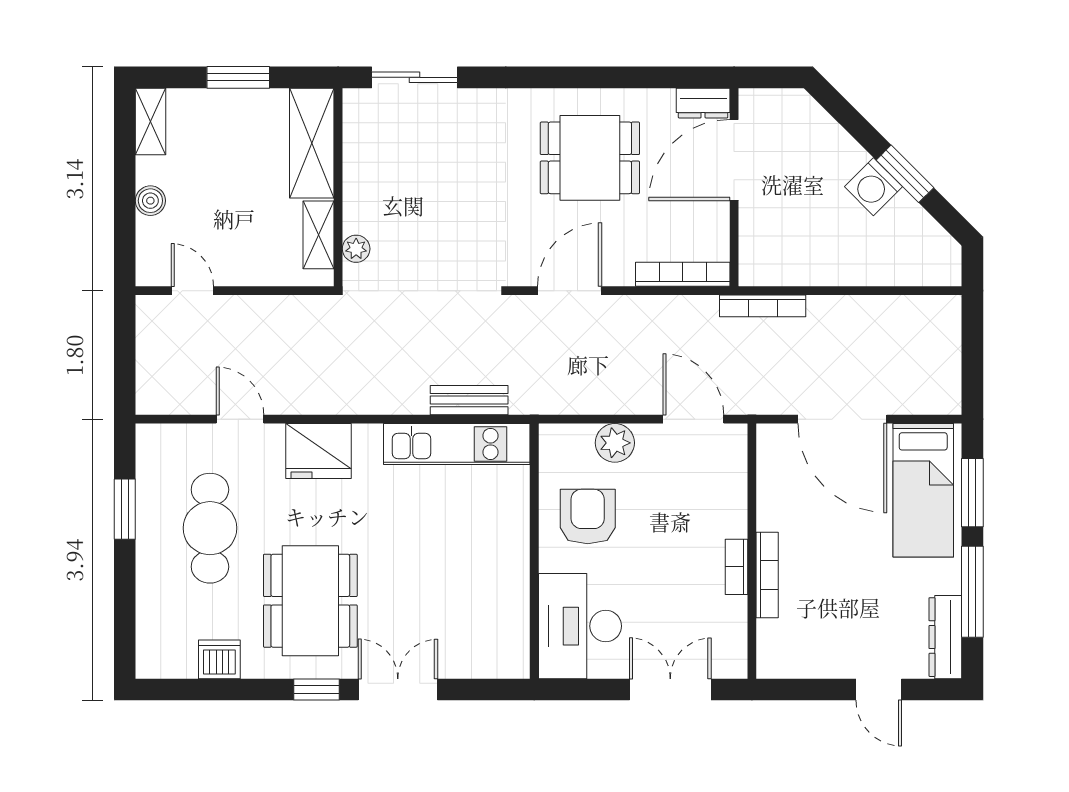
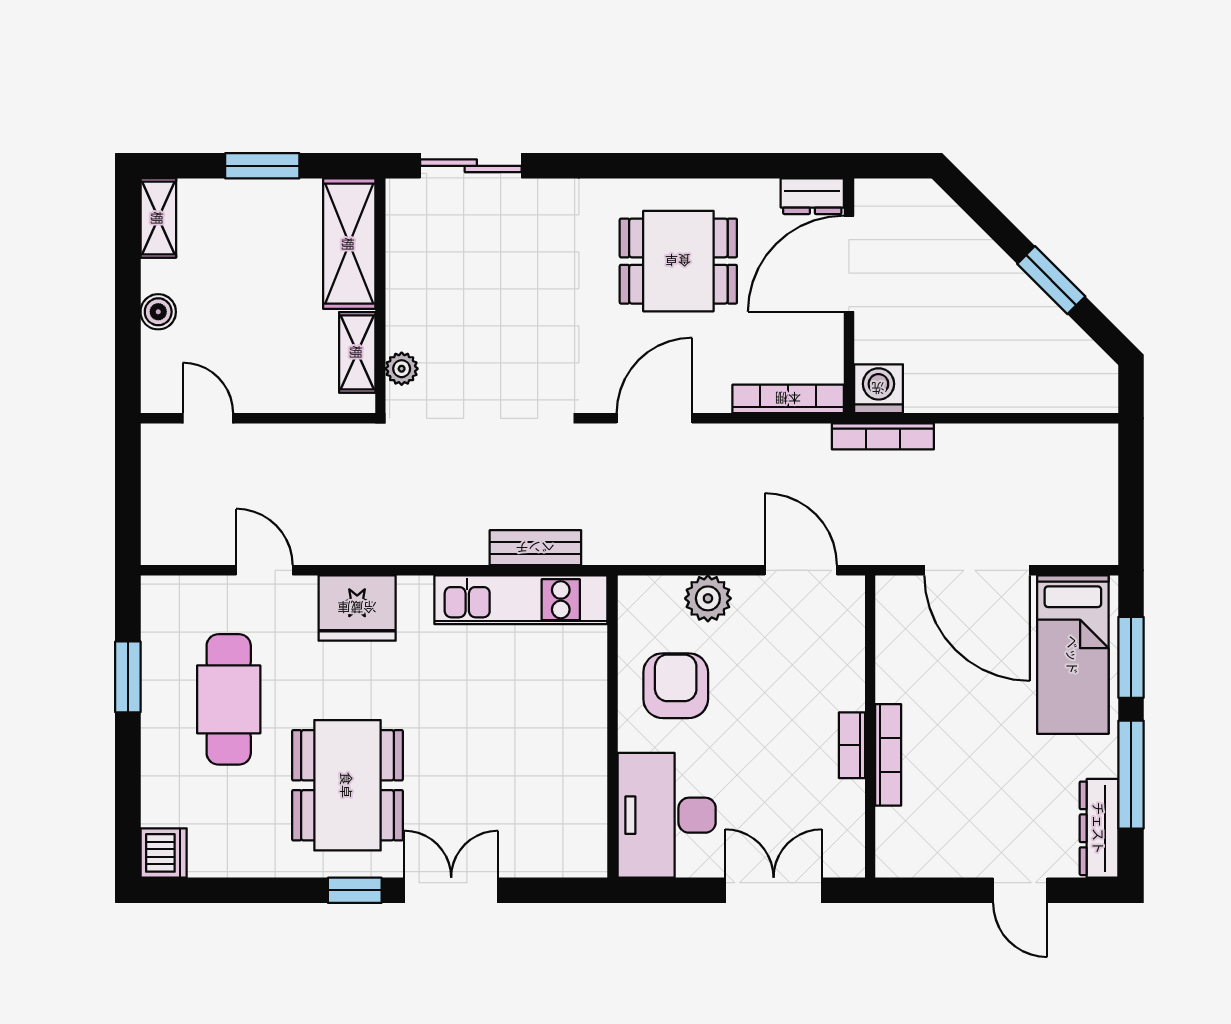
washing machine: (873, 187) -> (878, 389), moved, turned 135
dishwasher: (219, 659) -> (164, 853), moved, turned 90

